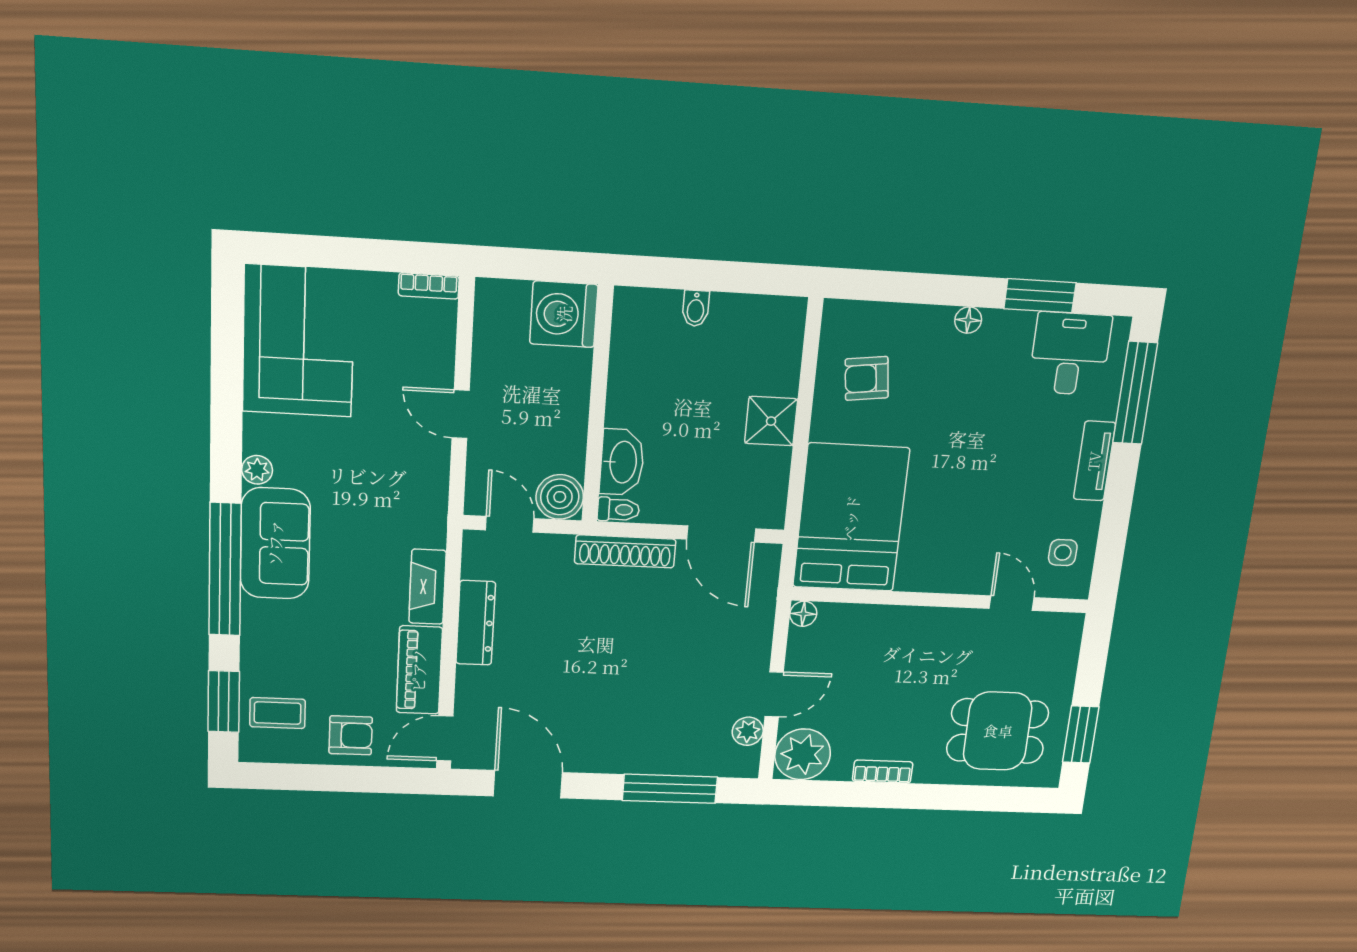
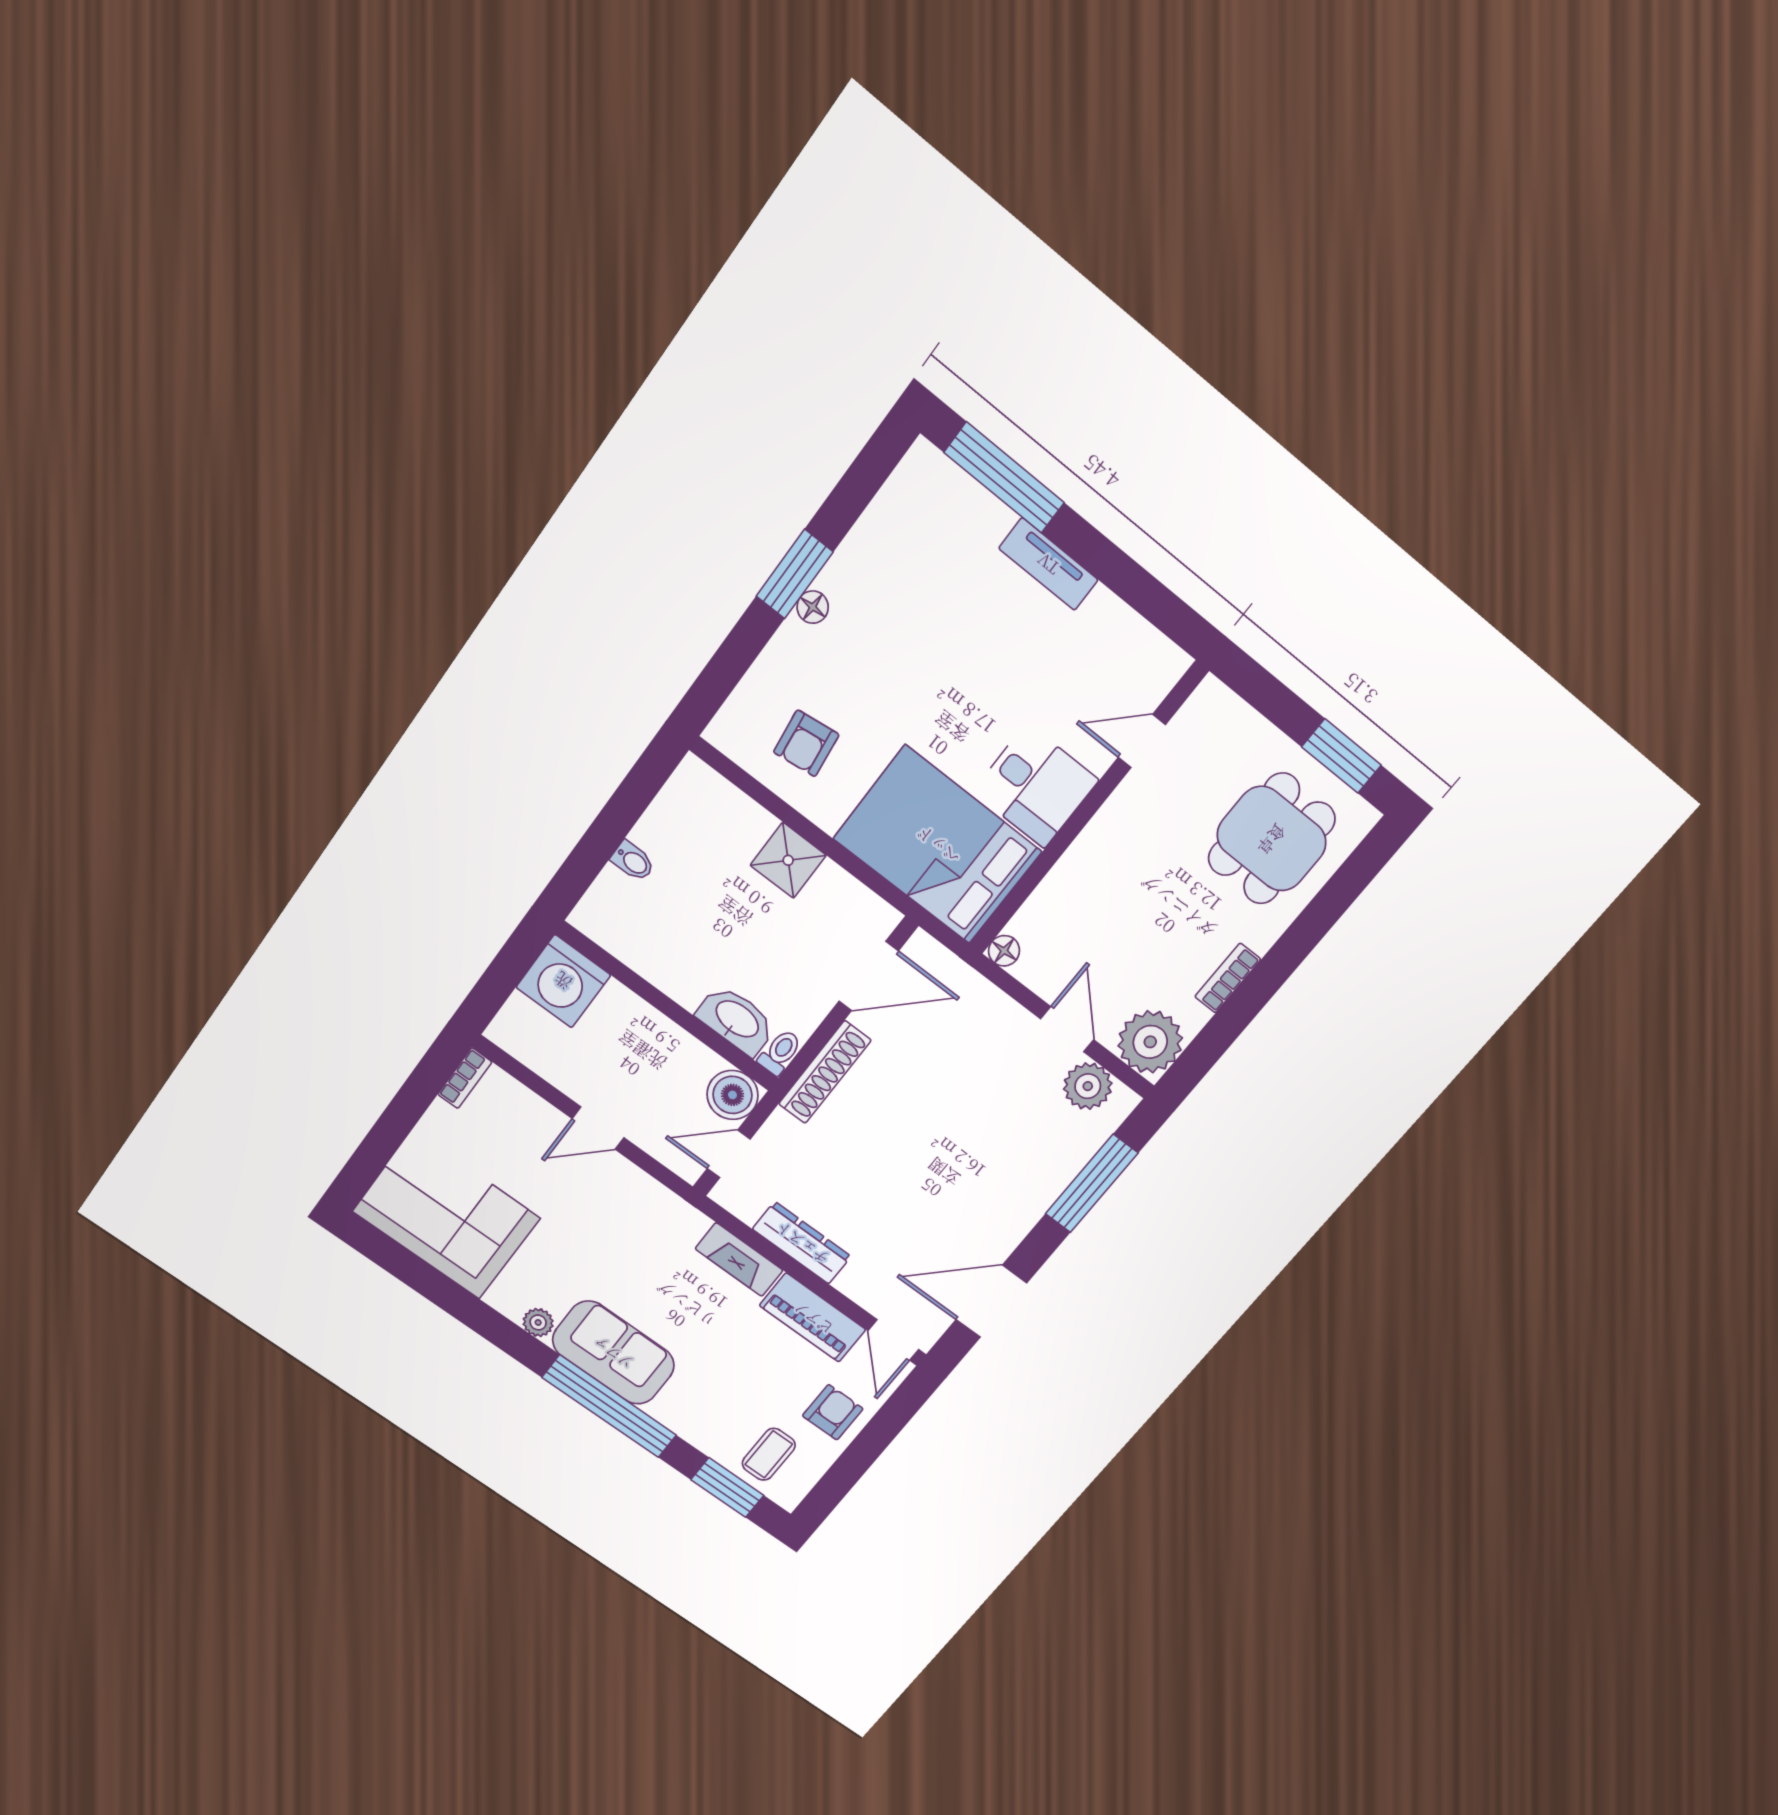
window: (1040, 296) -> (795, 574), moved
desk: (1070, 354) -> (1036, 786), moved, turned 180
side table: (1063, 553) -> (1125, 656), removed
plant: (748, 731) -> (1088, 1086), width x1.38, depth x1.38

